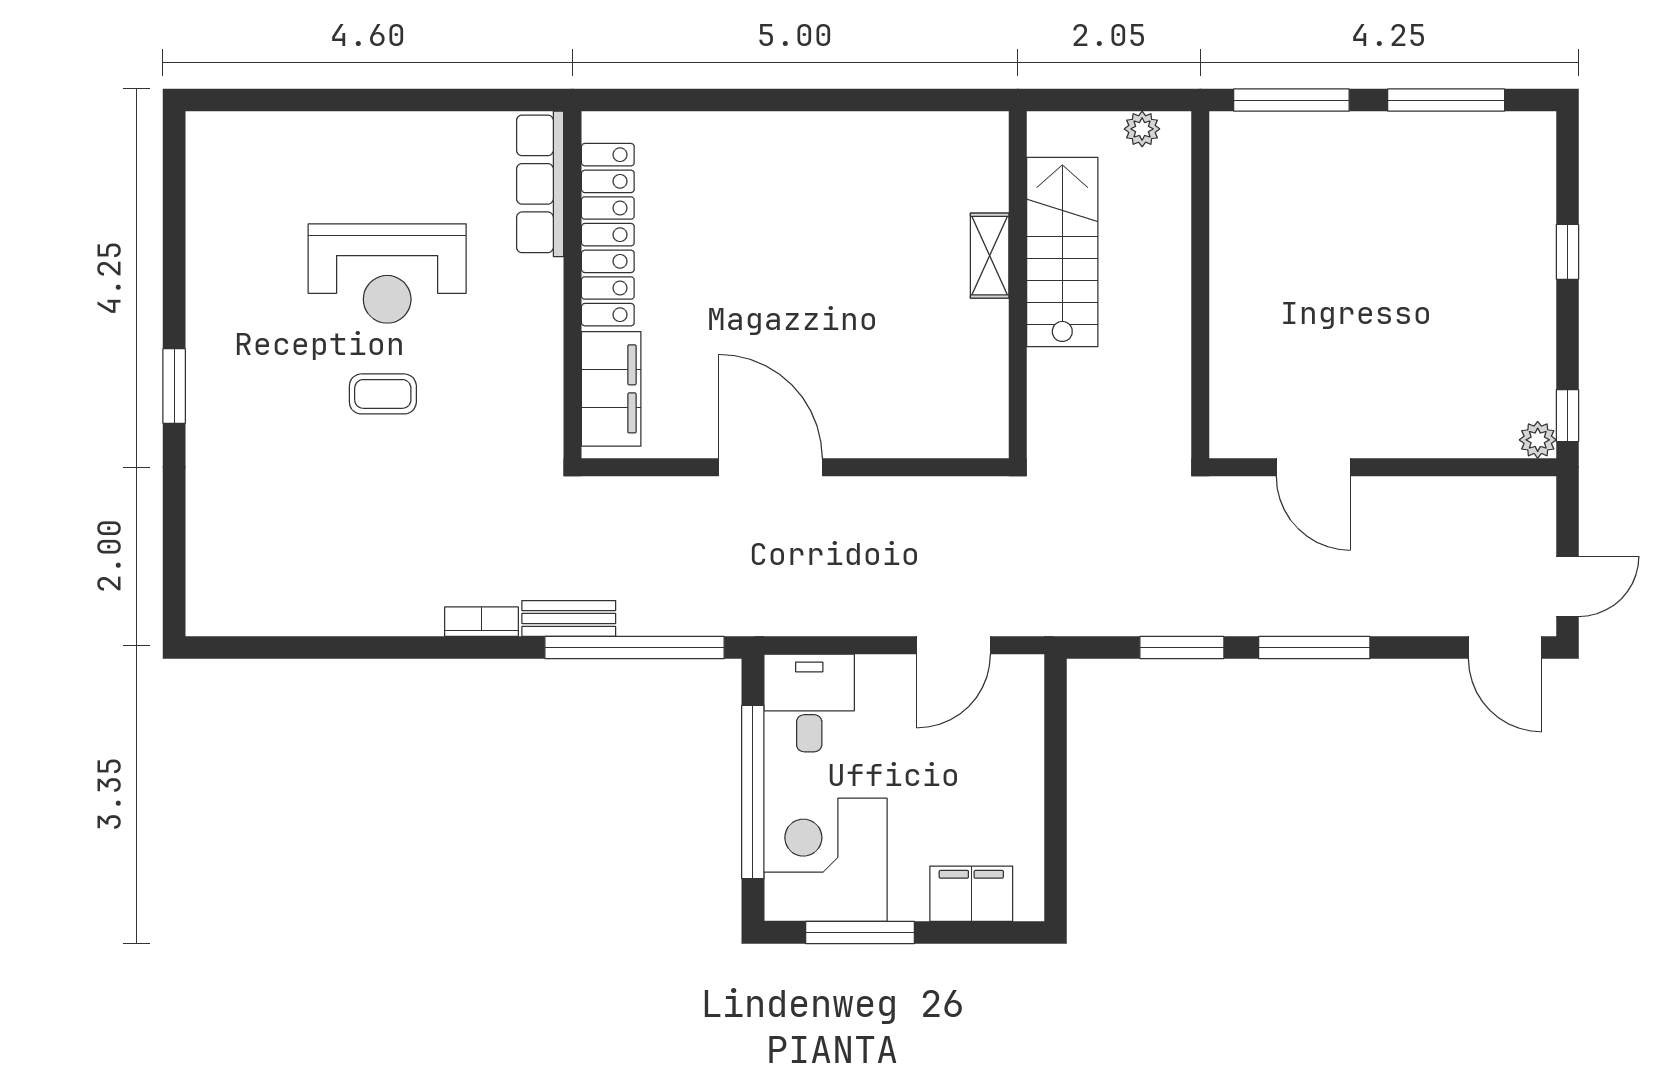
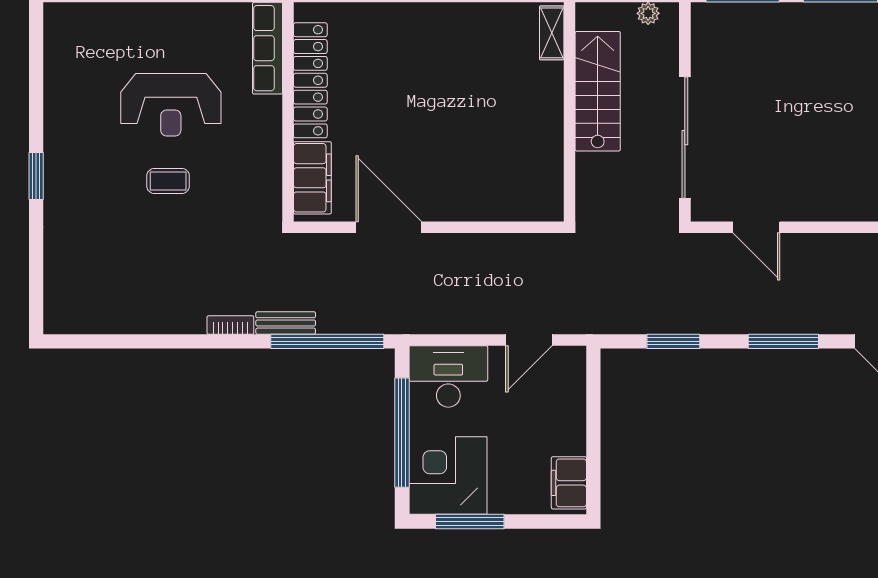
shelving: (990, 256) -> (552, 33), moved
sliding door: (1200, 325) -> (685, 138), added
door: (770, 467) -> (389, 227), moved
window: (1314, 648) -> (783, 341), moved
desk: (809, 703) -> (448, 376), width x1.37
filing cabinet: (971, 894) -> (569, 483), moved, turned -90

